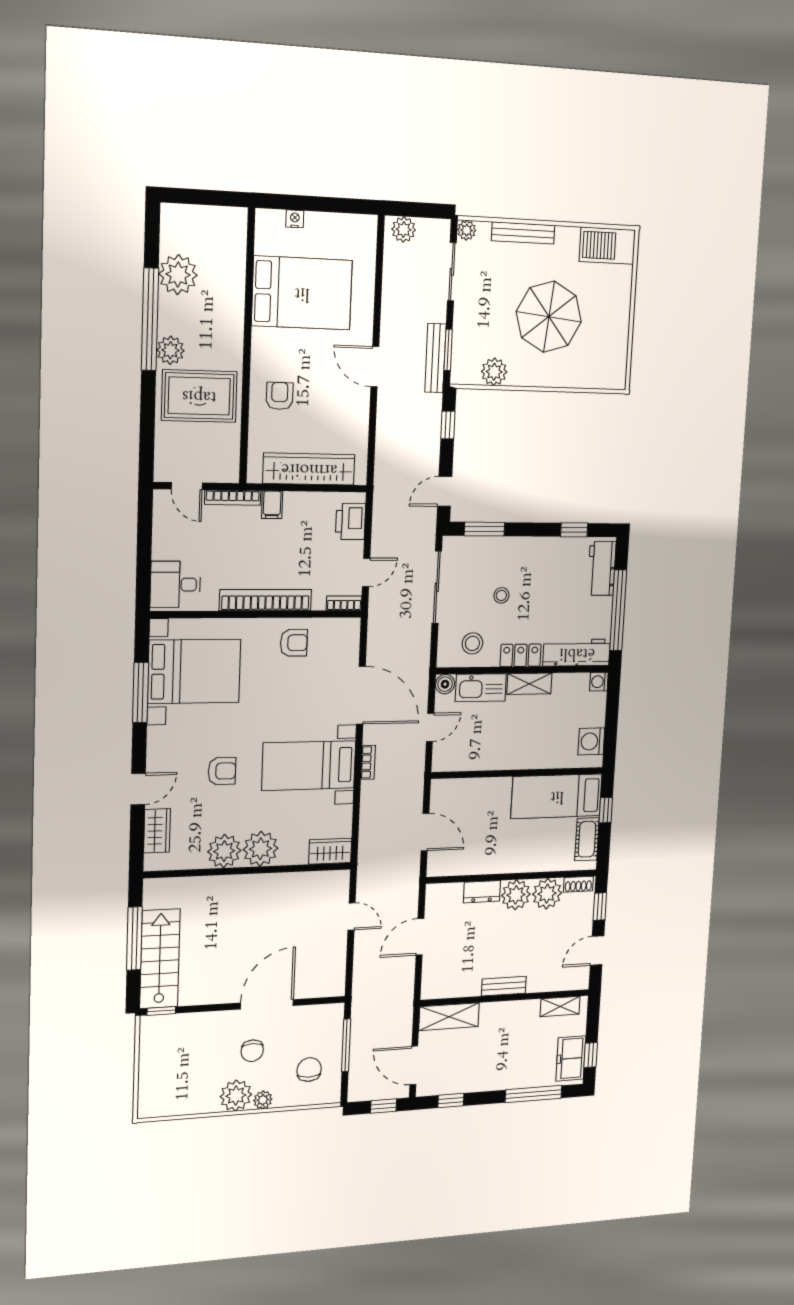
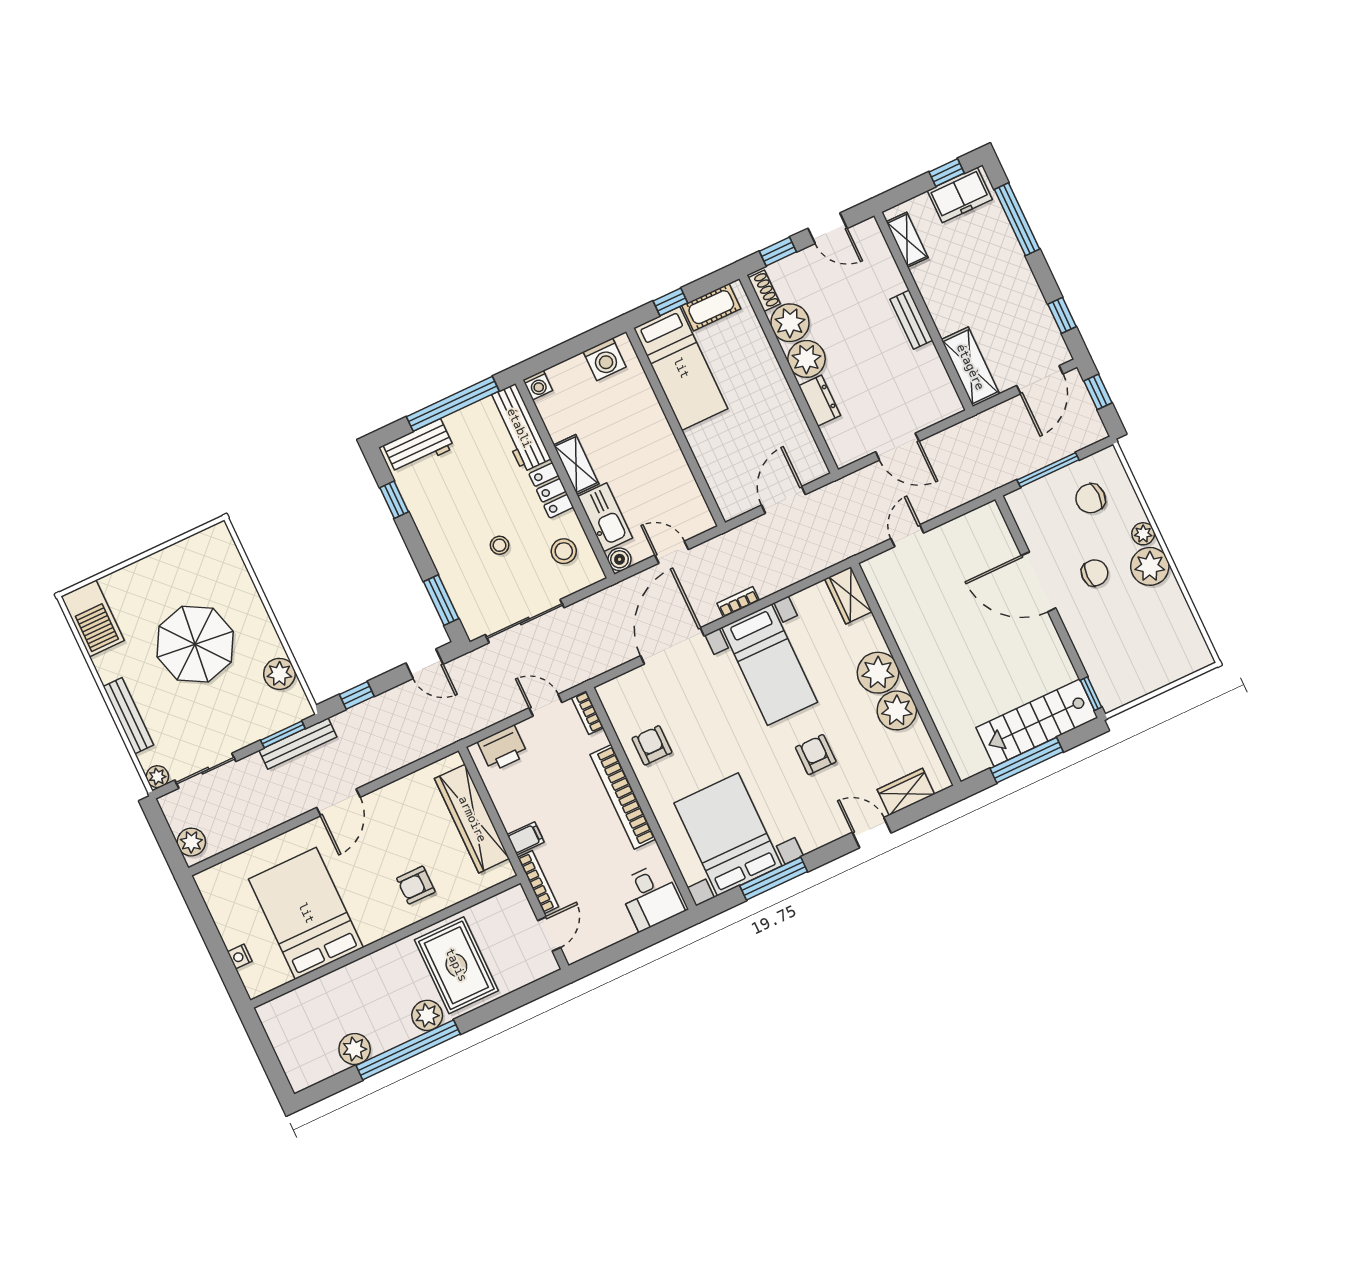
plant: (178, 275) -> (355, 1049), width x0.73, depth x0.73

